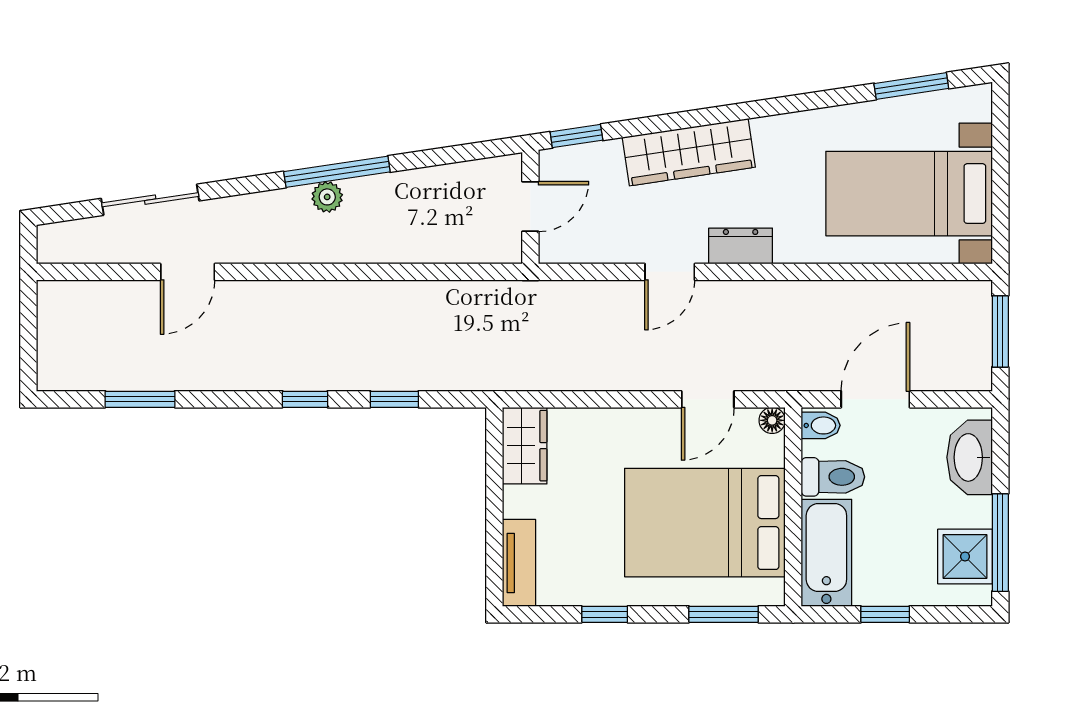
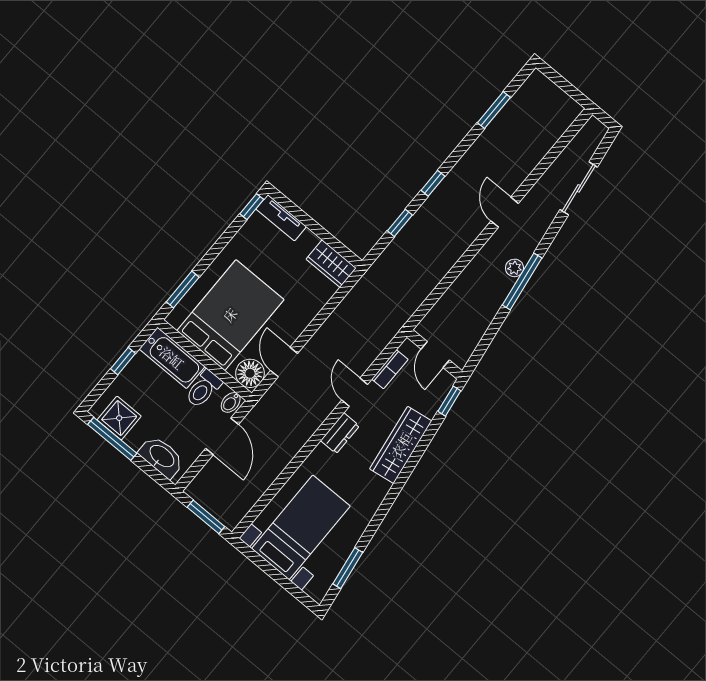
bookcase: (600, 250) -> (390, 369), added
door: (188, 272) -> (505, 212), moved
floor lamp: (772, 420) -> (250, 373), width x1.89, depth x1.89
window: (605, 614) -> (252, 207), moved

